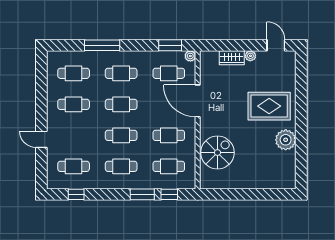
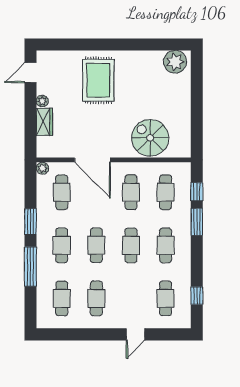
window: (170, 45) -> (30, 222), moved
door: (198, 101) -> (93, 160), hinge flipped
plant: (286, 140) -> (175, 62), moved

